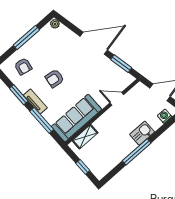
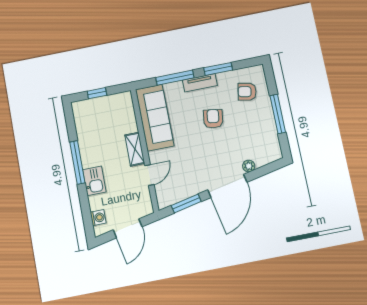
plant: (55, 24) -> (249, 166), moved
shelving: (85, 137) -> (135, 149), moved

